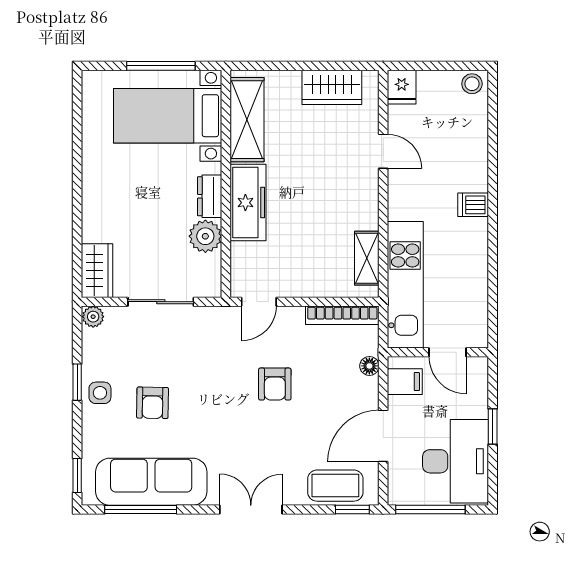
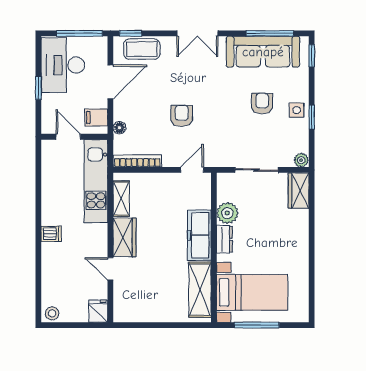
wardrobe: (332, 87) -> (125, 237), moved, turned 90

